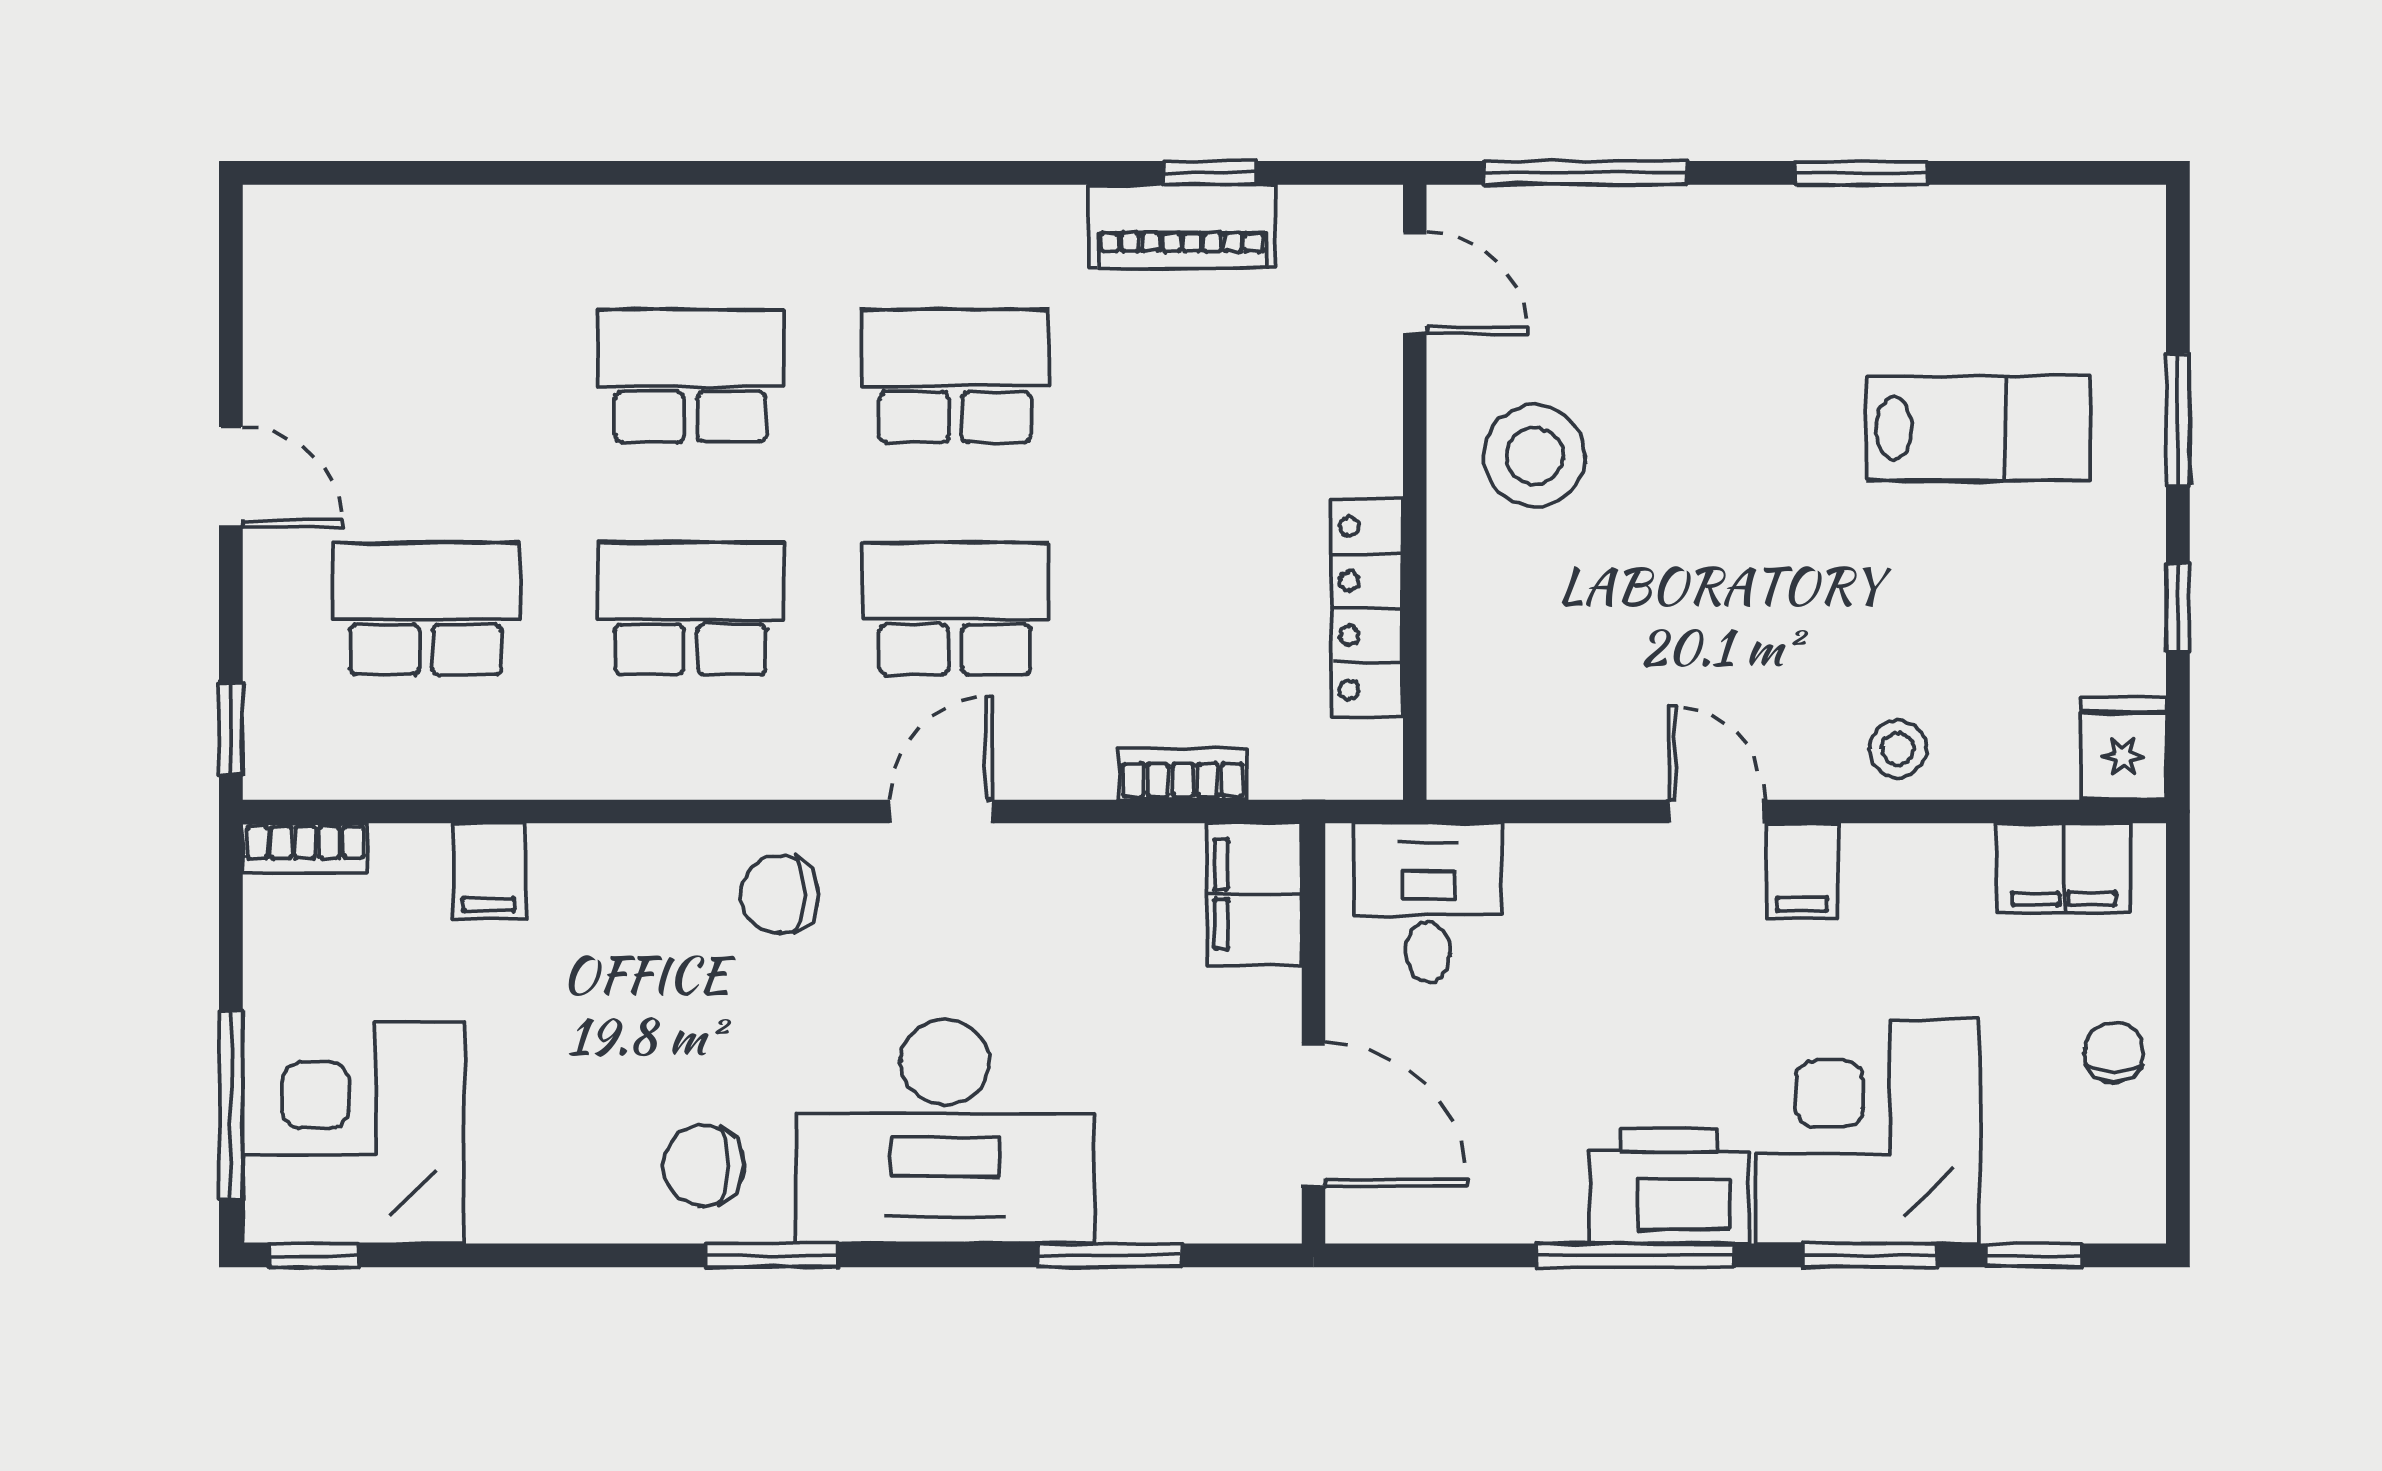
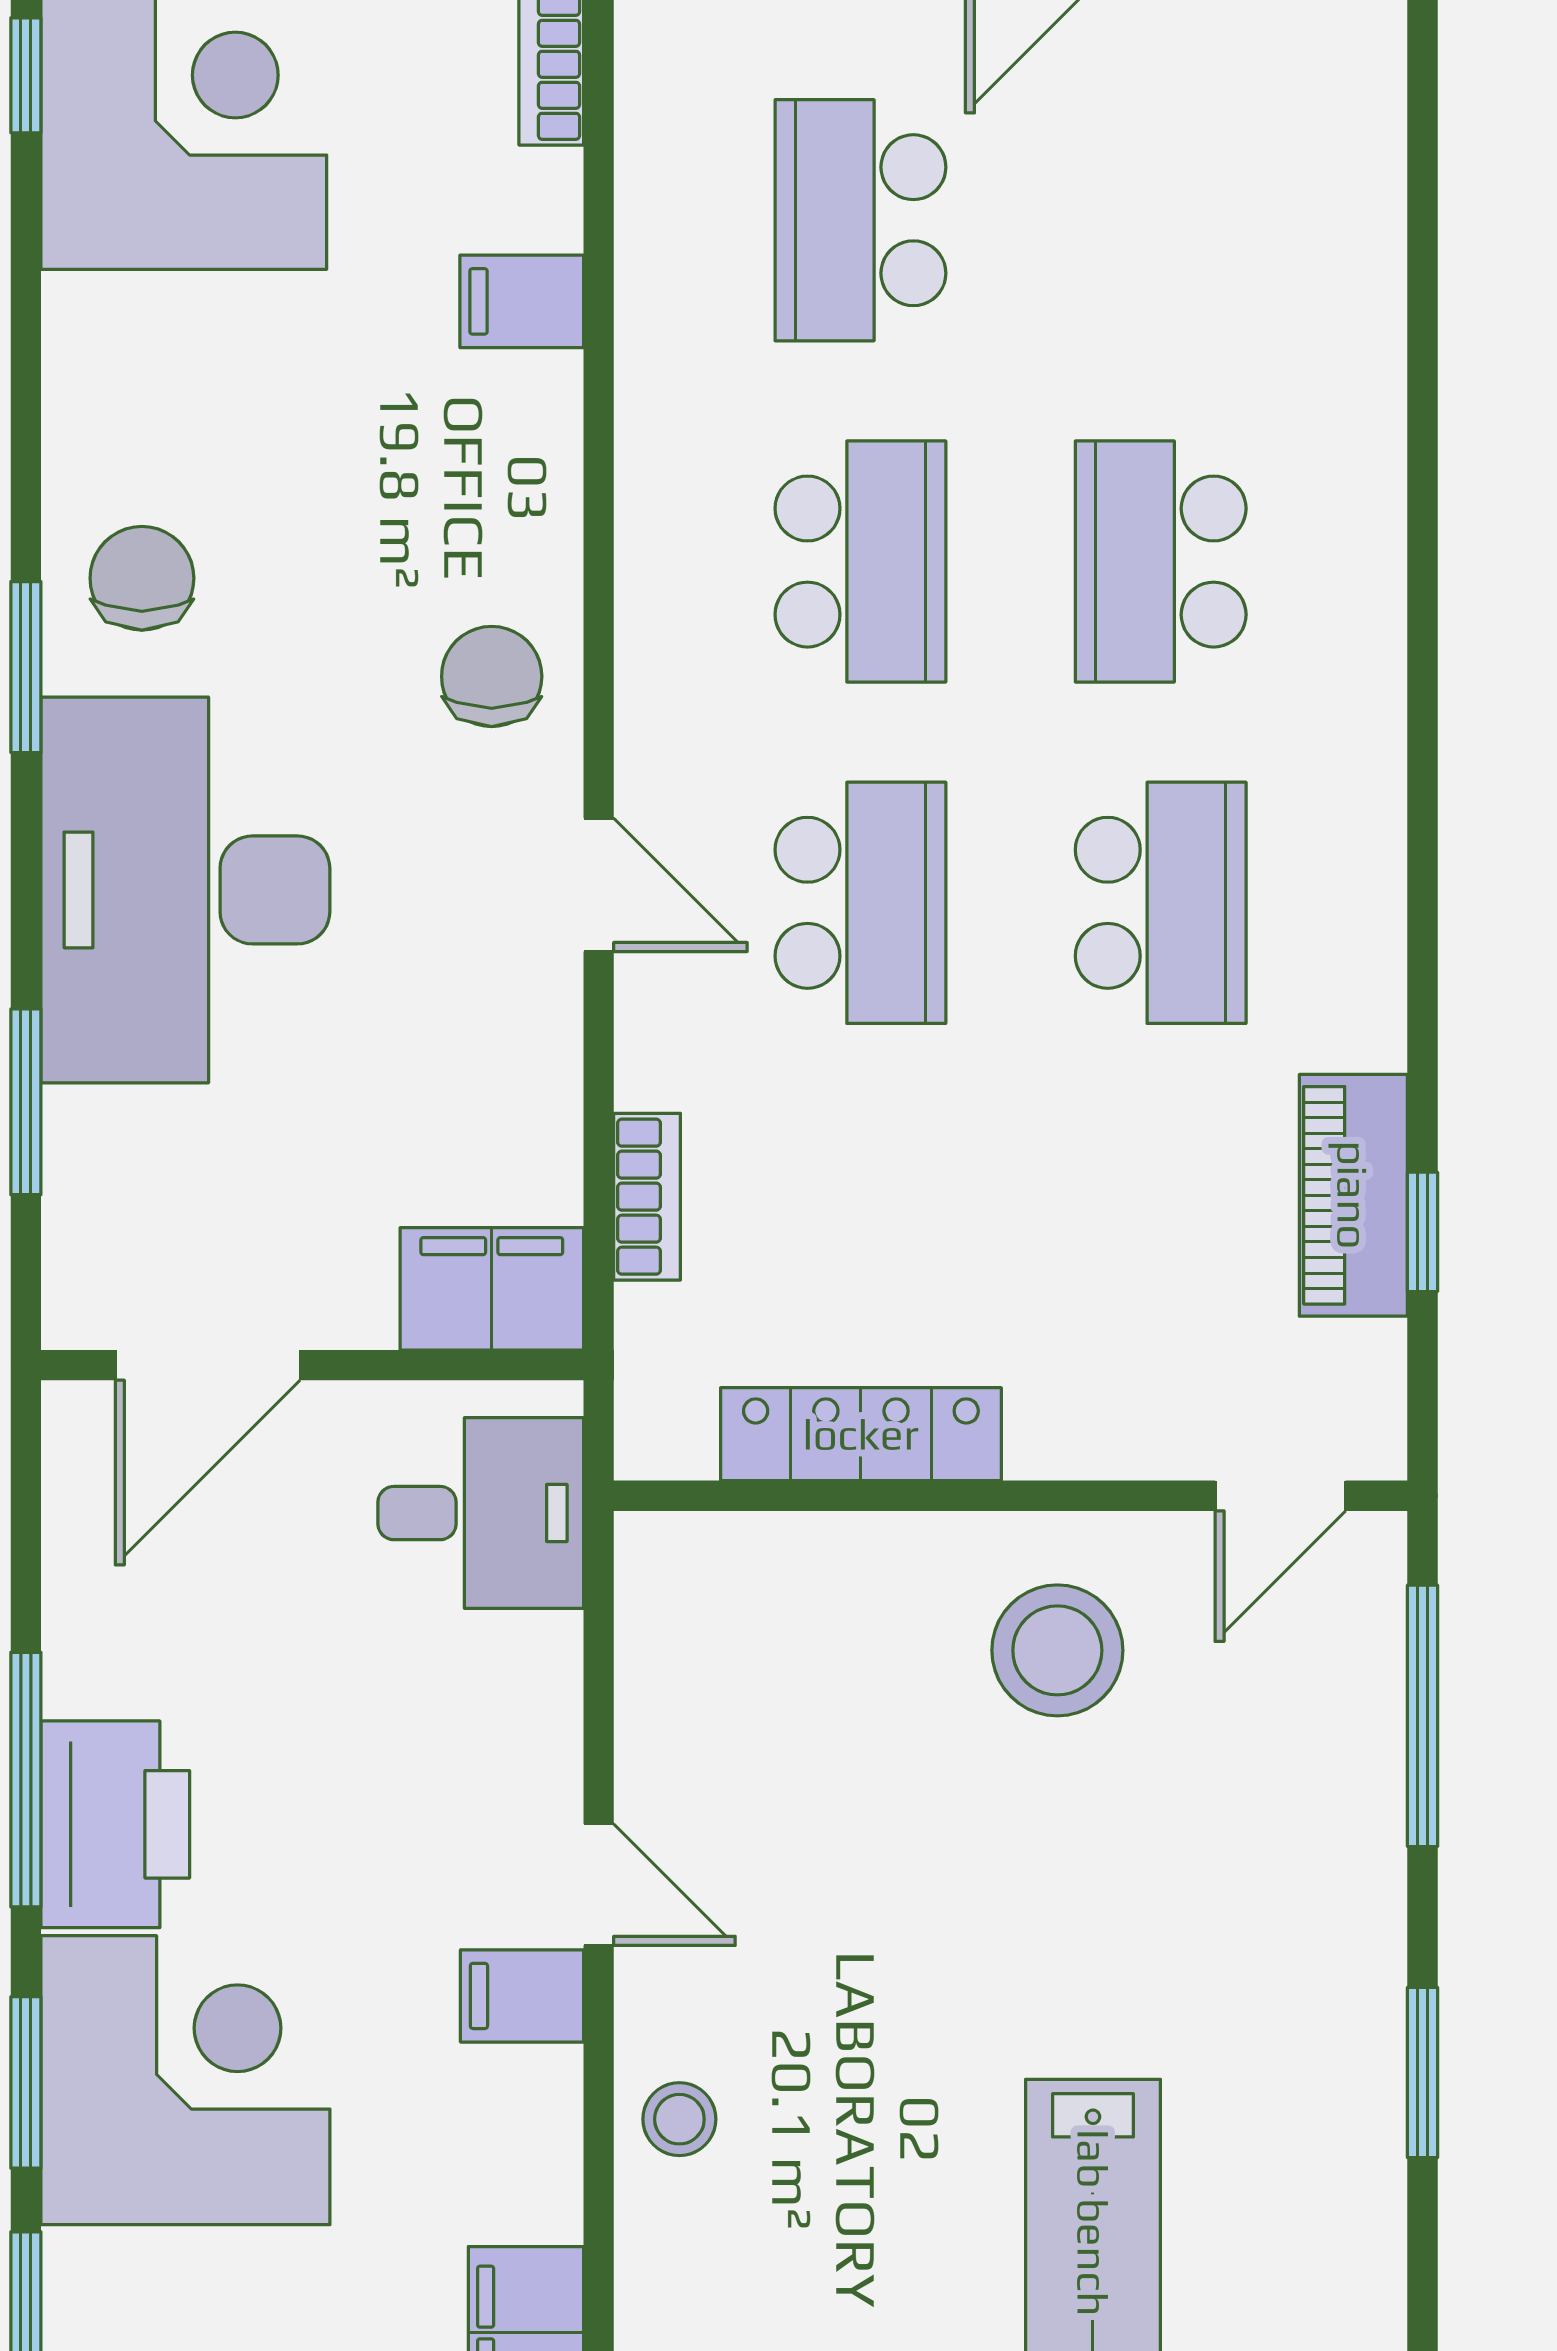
school desk: (691, 376) -> (1161, 562), turned 180
school desk: (426, 609) -> (860, 220), turned 180
door: (1716, 811) -> (599, 1885), hinge flipped

